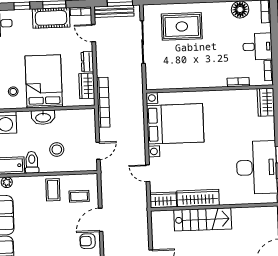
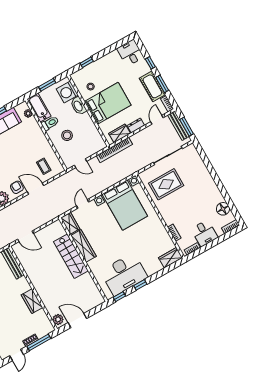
rug: (182, 26) -> (166, 184), moved, turned 90
washbasin: (43, 117) -> (78, 106), moved
coffee table: (53, 190) -> (39, 147), removed

